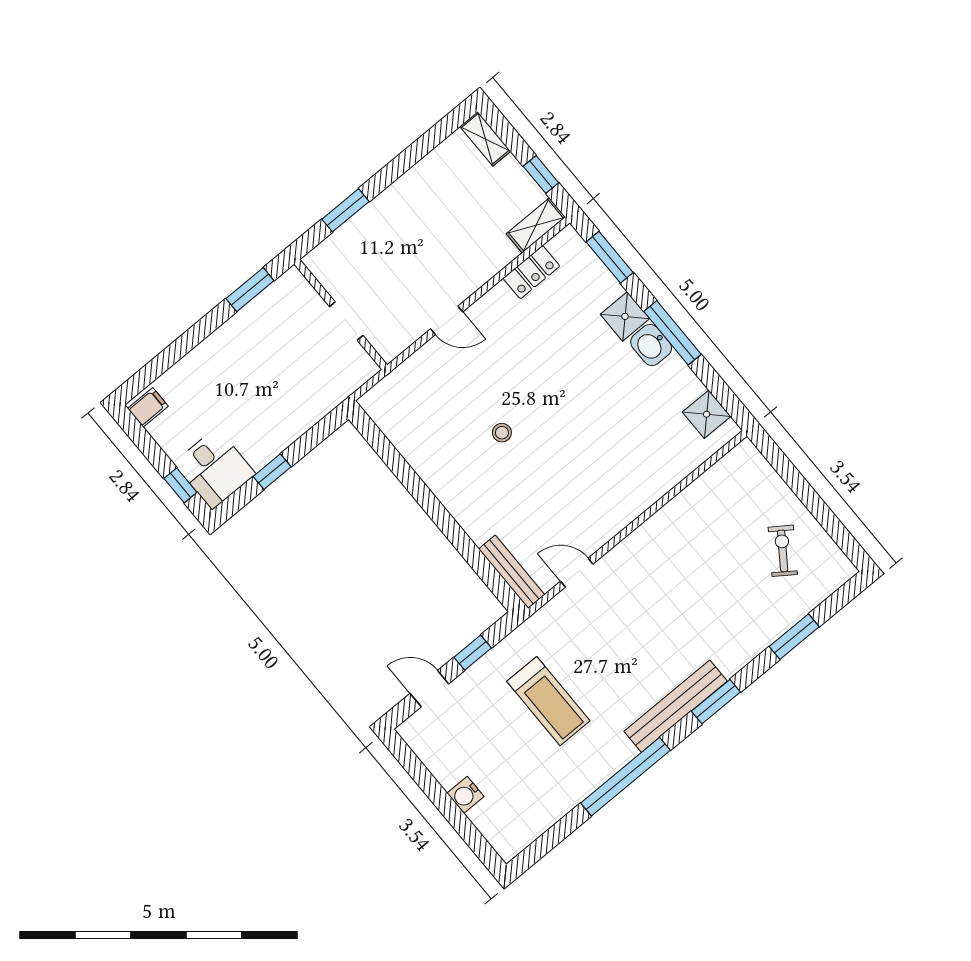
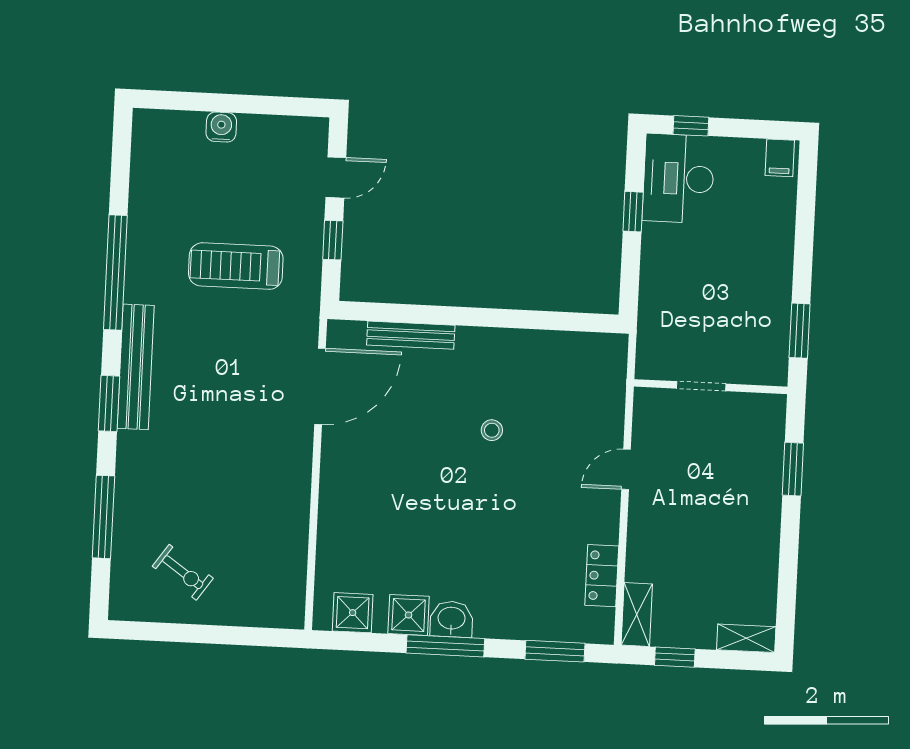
shower: (625, 316) -> (409, 615), moved
desk: (215, 469) -> (678, 178), width x1.37
bench: (512, 572) -> (411, 335), moved
door: (577, 573) -> (320, 386), width x1.88
window: (794, 637) -> (103, 517), width x1.44

